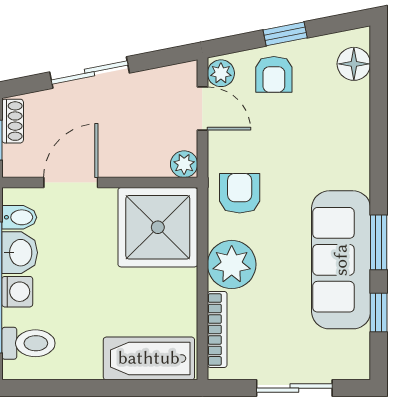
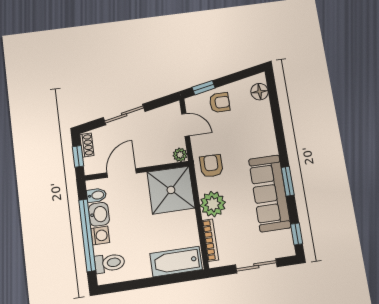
window: (285, 34) -> (204, 88), moved
plant: (221, 73) -> (192, 106), removed
armchair: (274, 74) -> (220, 102), turned -90
window: (379, 312) -> (297, 234), moved

